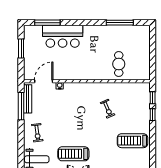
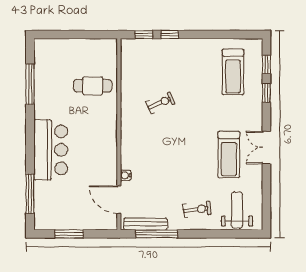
bar counter: (63, 36) -> (51, 150), moved
treadmill: (133, 141) -> (233, 72), moved

